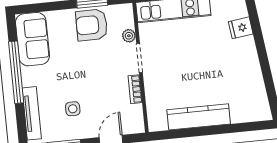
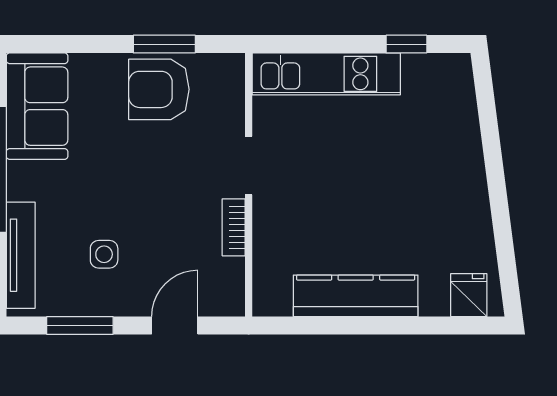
fridge: (241, 28) -> (469, 295), moved, turned 97
plant: (129, 36) -> (232, 119), removed

